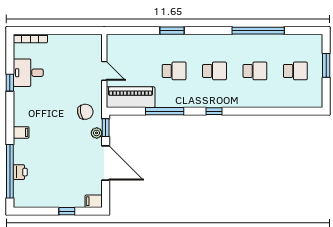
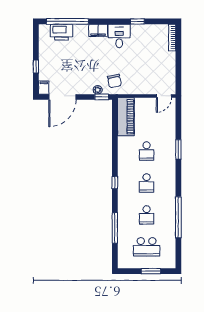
door: (104, 71) -> (164, 96), moved
school desk: (295, 71) -> (147, 247), width x1.85
desk: (28, 73) -> (119, 36), moved
window: (165, 111) -> (115, 228), moved
filing cabinet: (21, 132) -> (98, 30), width x2.00
door: (106, 163) -> (62, 97), moved
printer: (20, 172) -> (61, 32), width x1.87, depth x1.48

